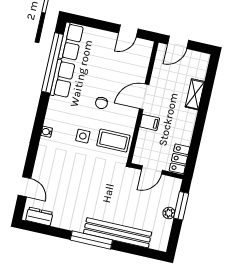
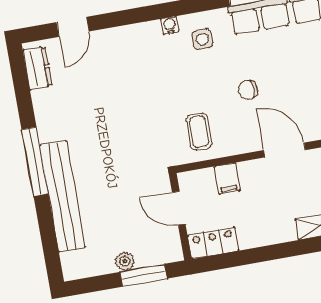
filing cabinet: (150, 122) -> (227, 179), moved
side table: (83, 136) -> (202, 39), moved
coffee table: (113, 141) -> (199, 132), width x0.73, depth x0.77

